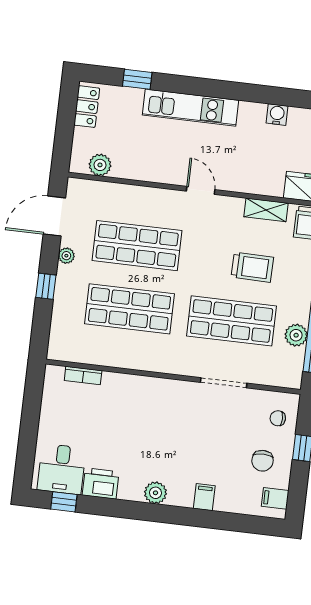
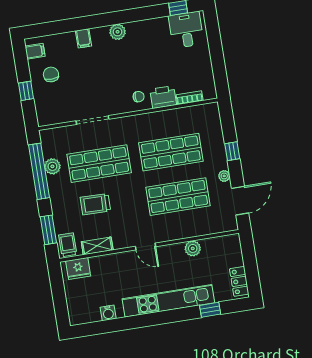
kitchen unit: (191, 108) -> (168, 301), width x1.36
plant: (100, 165) -> (193, 248), moved
chair: (278, 418) -> (139, 97), moved
printer: (101, 483) -> (163, 97), moved, turned 180

